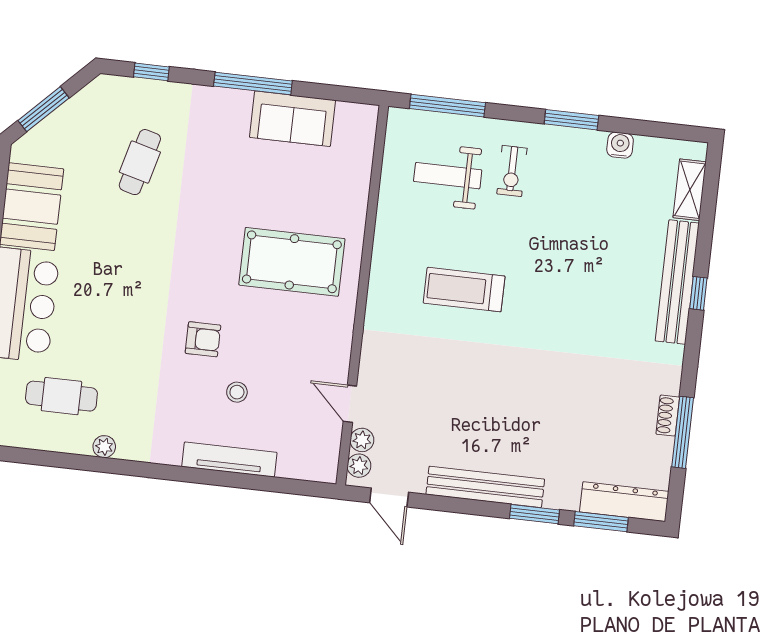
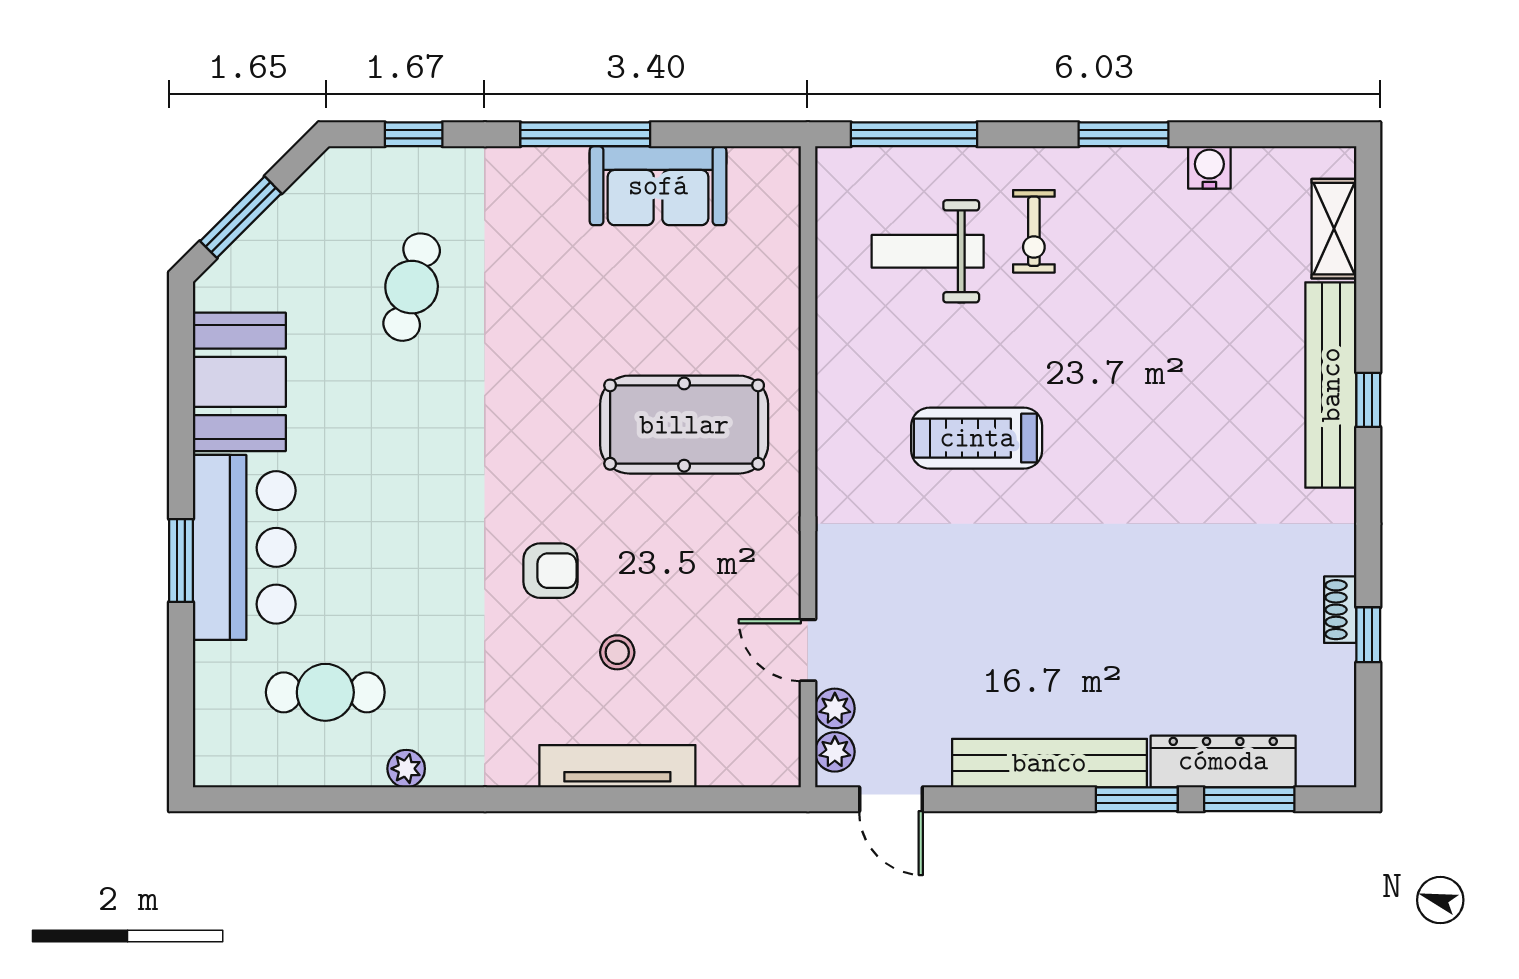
window: (683, 432) -> (1368, 635), width x0.46
dresser: (624, 502) -> (1223, 761), moved

